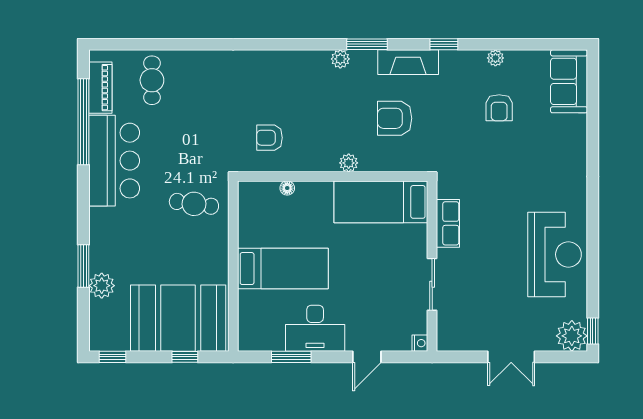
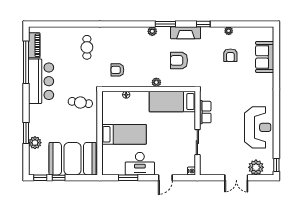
cafe table: (152, 80) -> (87, 47), moved
sofa: (569, 81) -> (265, 57), moved
plant: (572, 336) -> (256, 167), moved
window: (185, 357) -> (59, 178), moved

